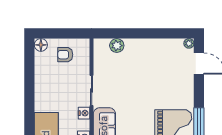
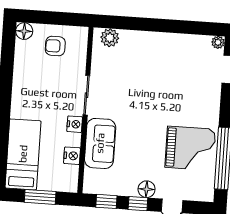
plant: (117, 46) -> (110, 38), moved

